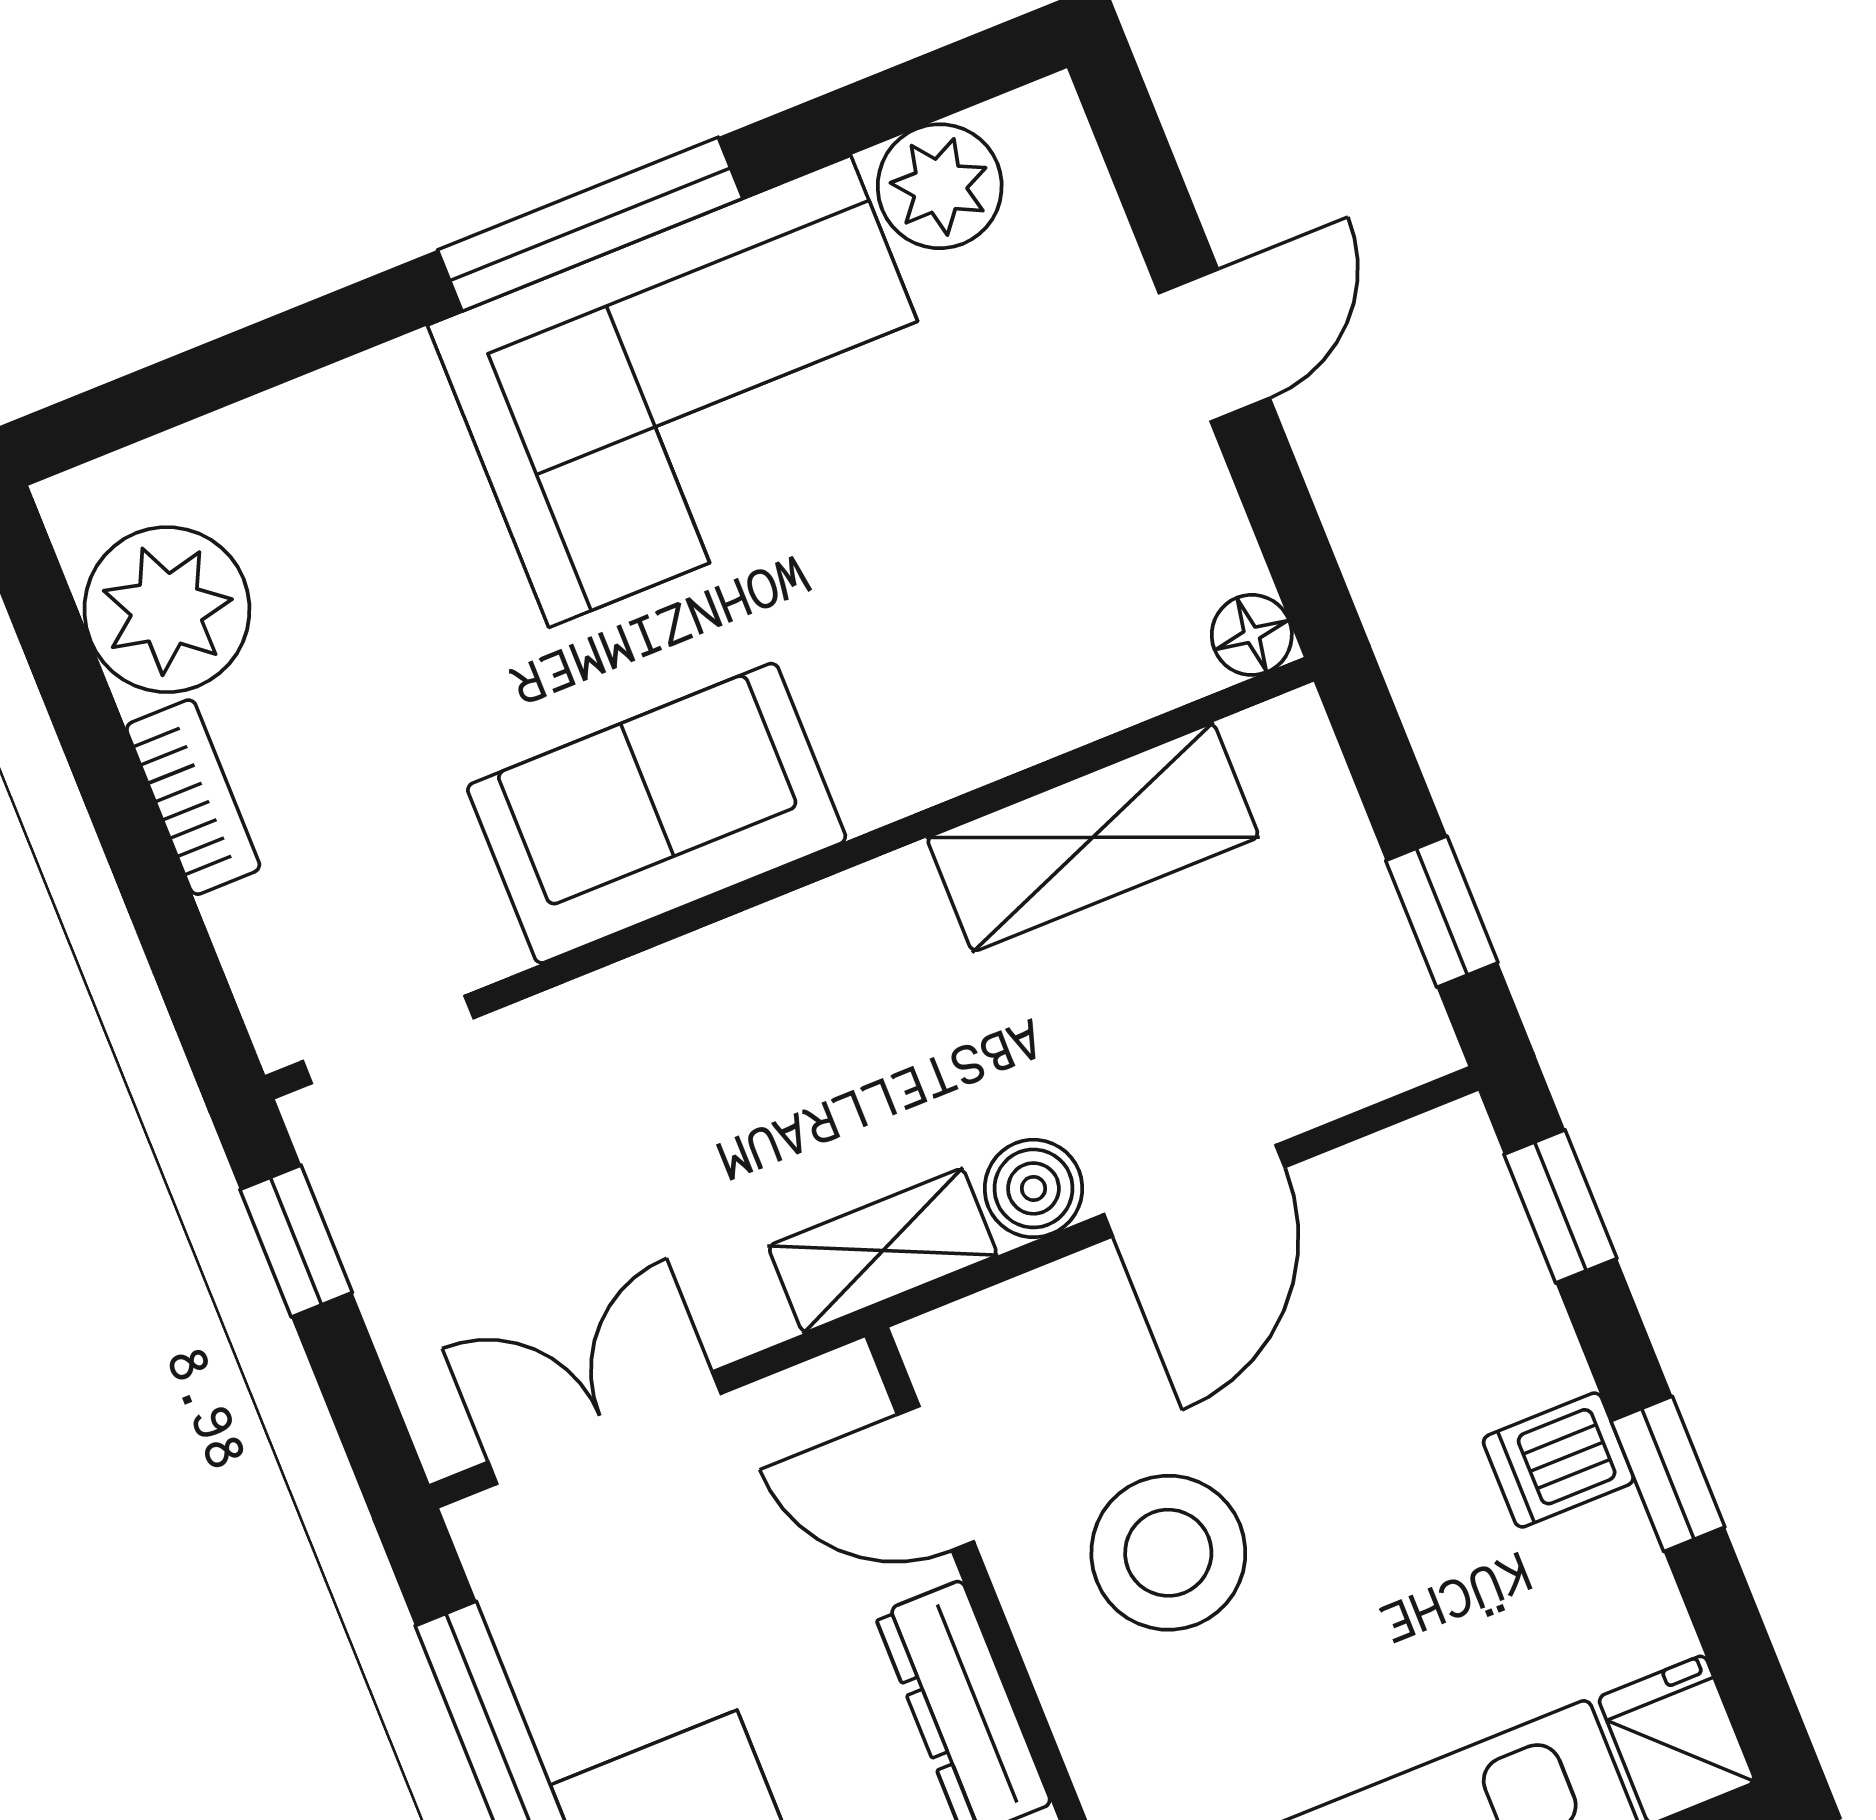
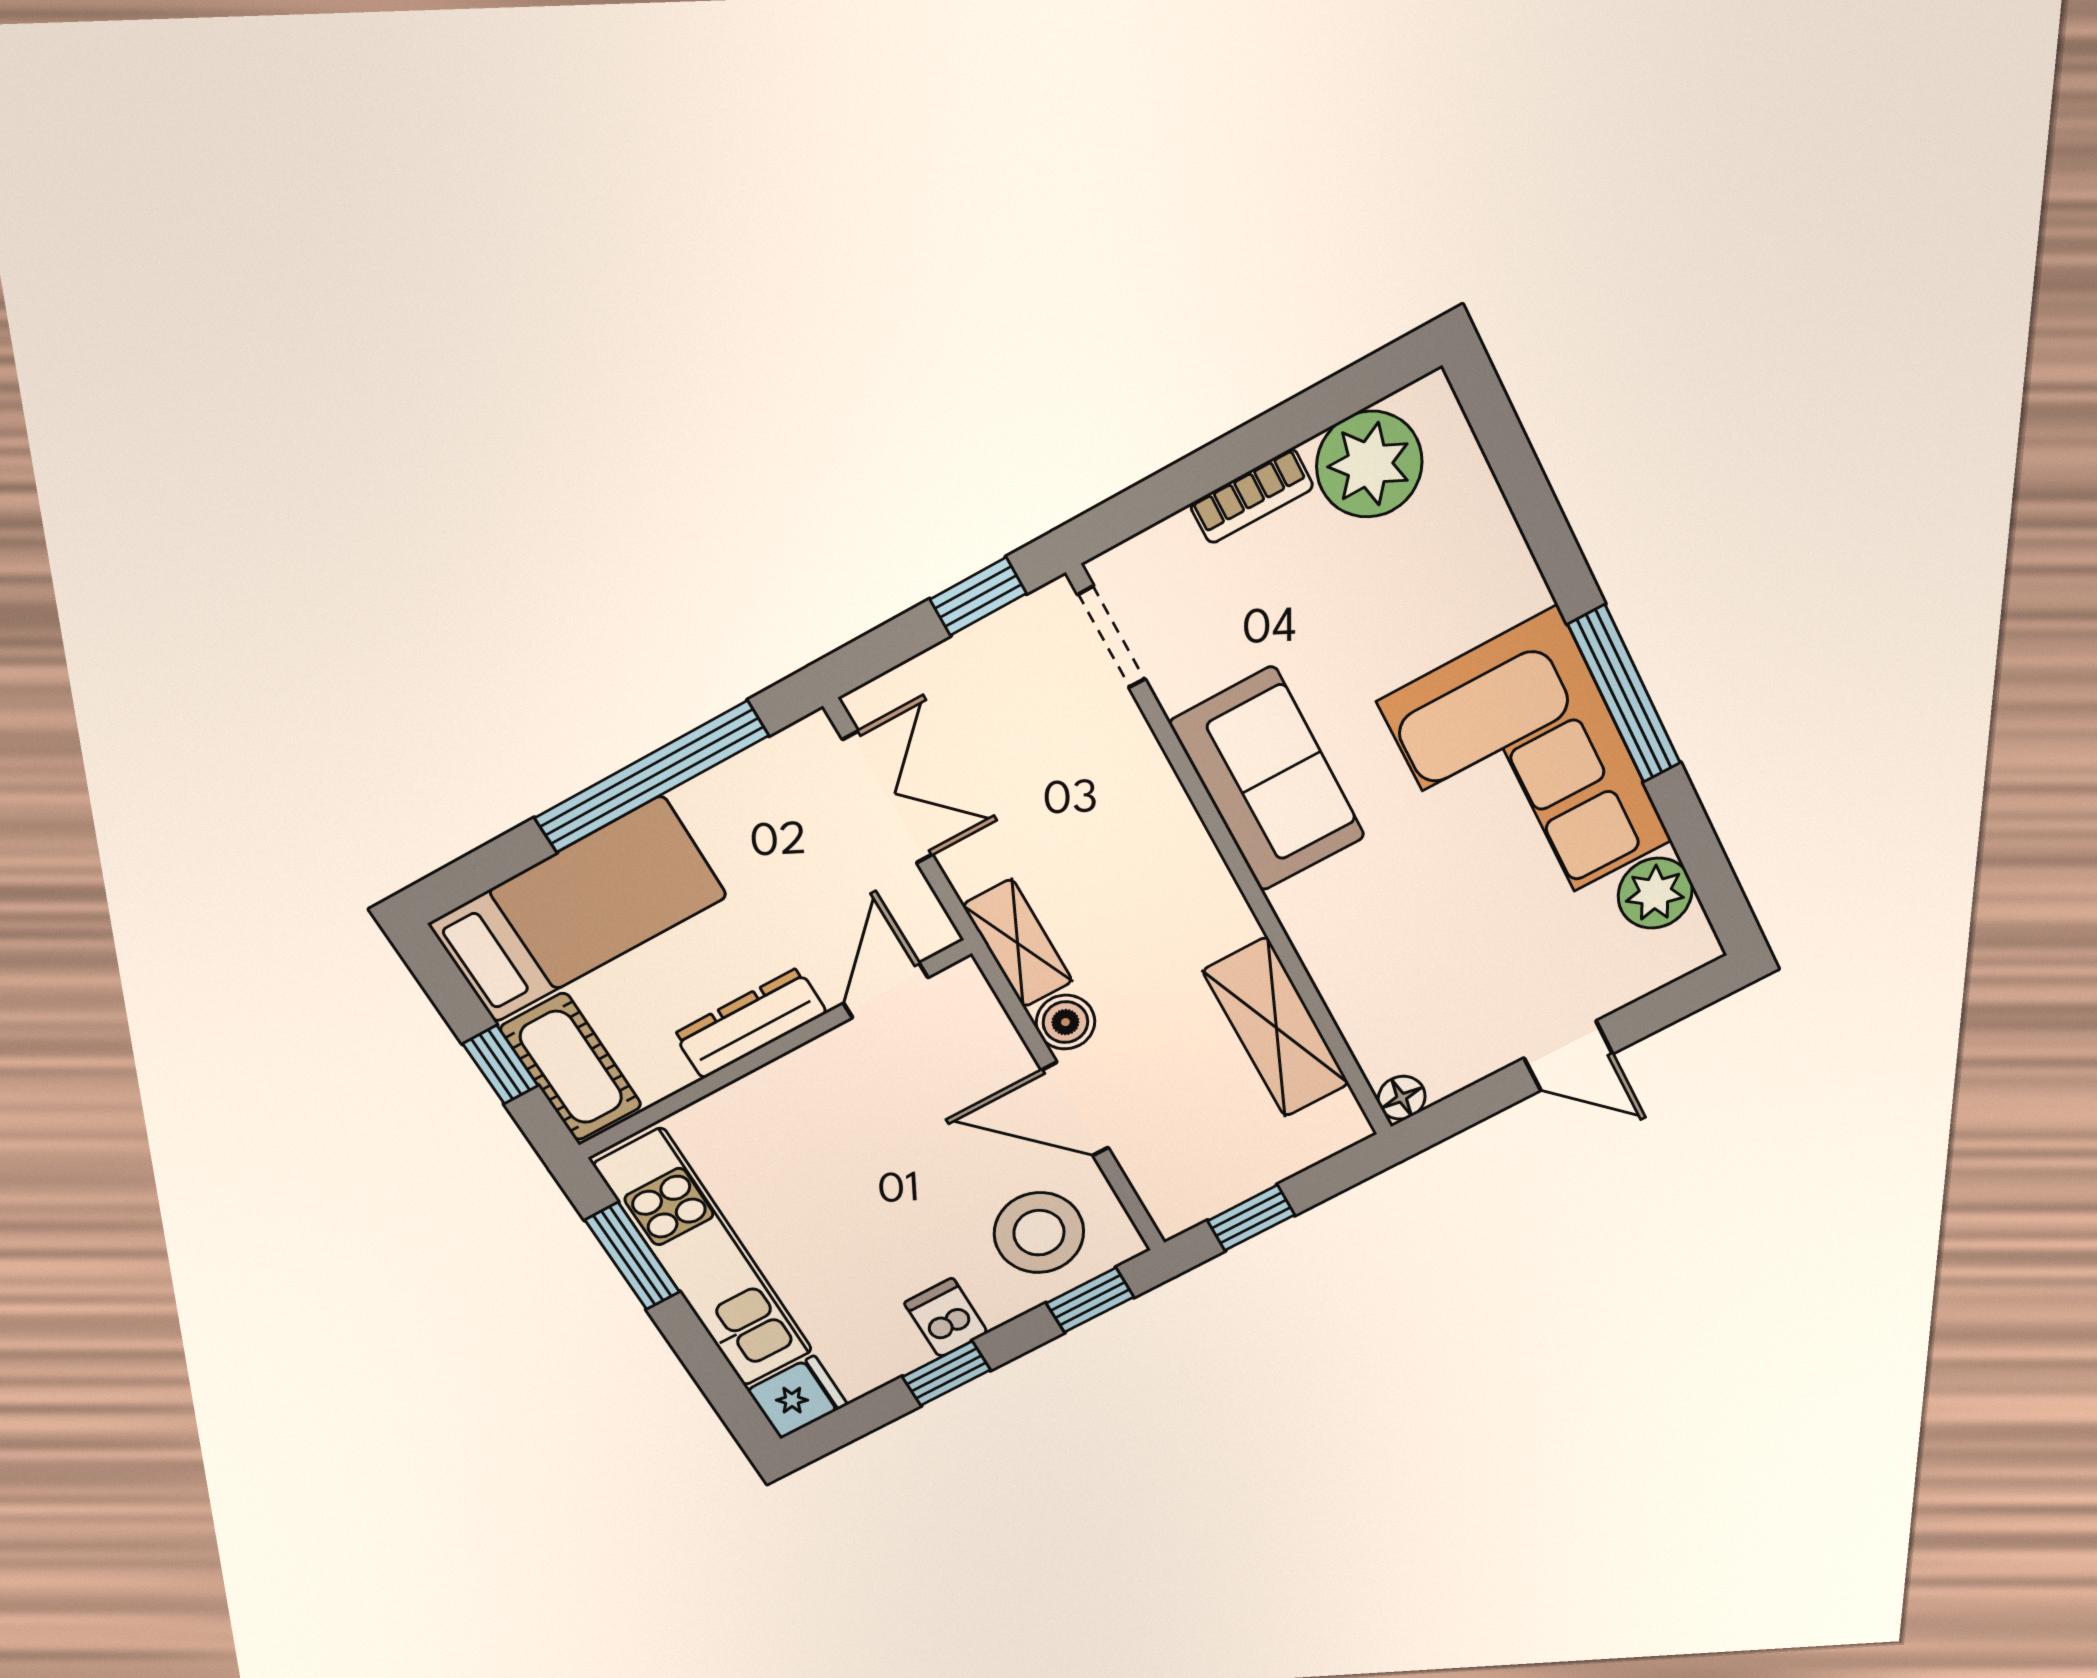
stool: (1168, 1553) -> (1039, 1233), moved

